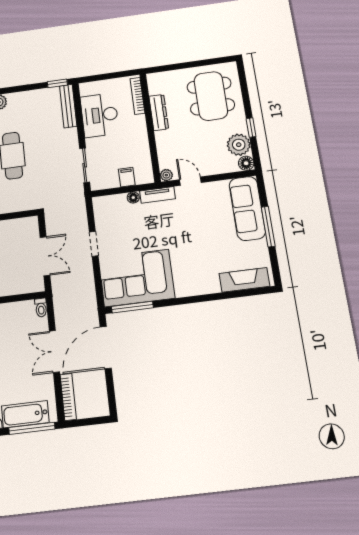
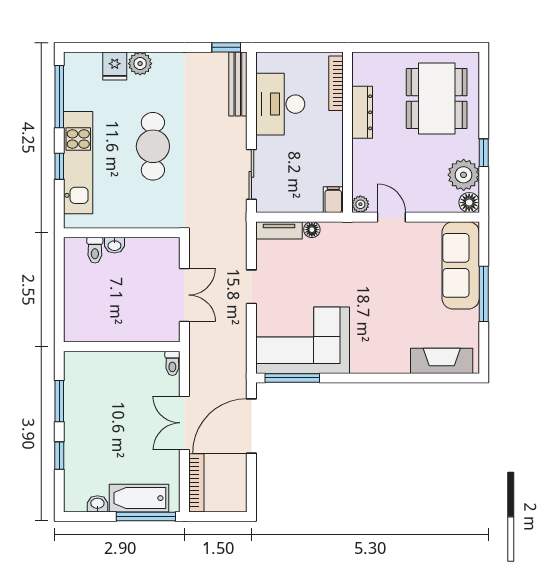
filing cabinet: (127, 177) -> (333, 200), moved
tv unit: (157, 195) -> (279, 230), moved

